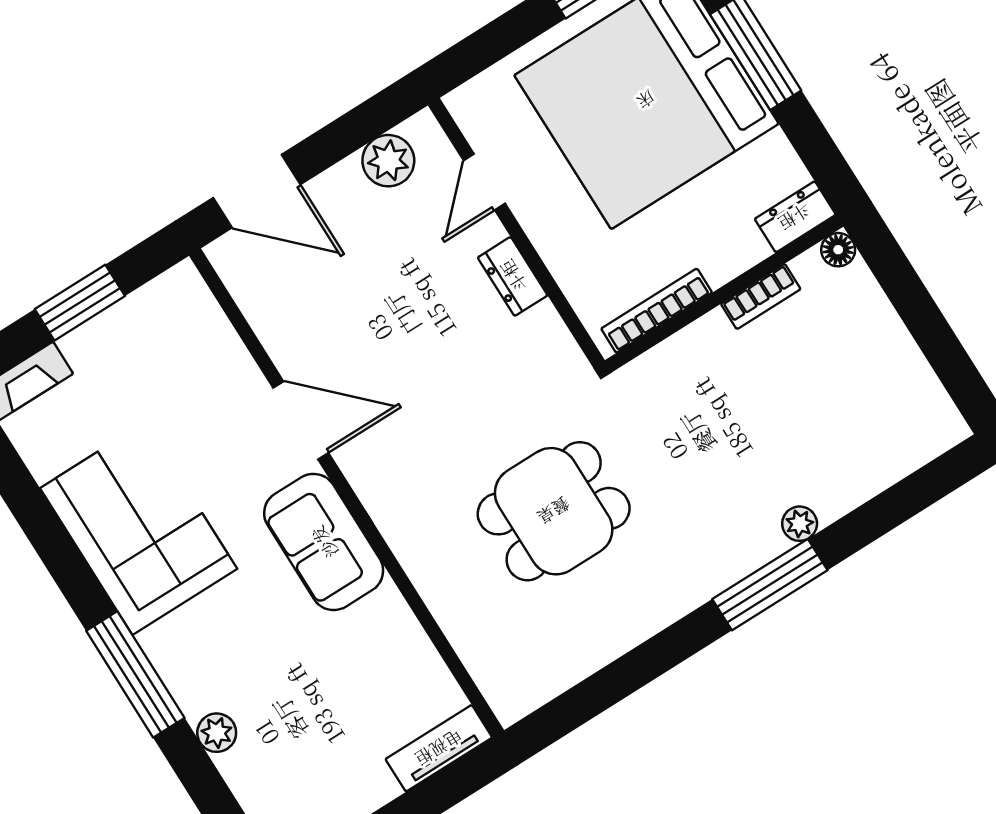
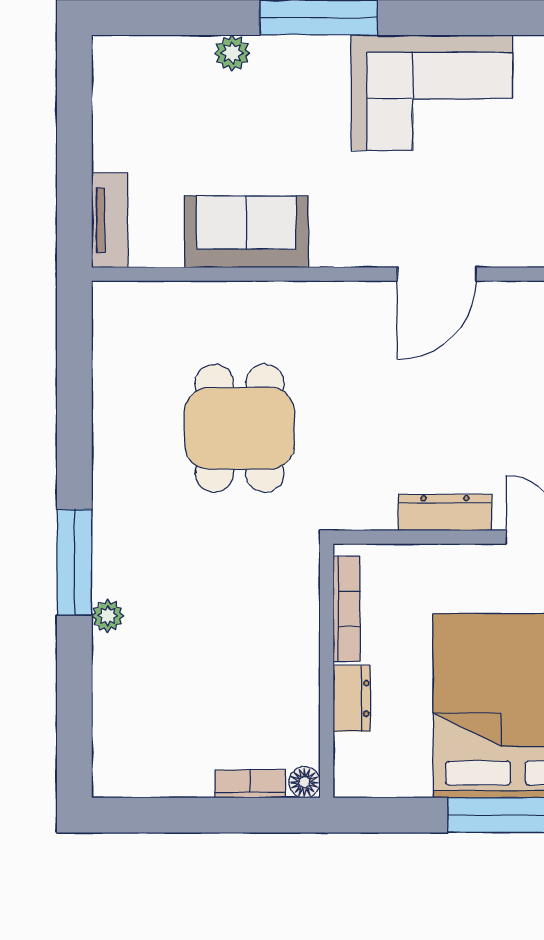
dresser: (795, 217) -> (352, 698), moved
dresser: (513, 276) -> (445, 512), width x1.44
bookcase: (761, 297) -> (250, 784), moved, turned 90
sofa: (324, 542) -> (246, 232), moved

